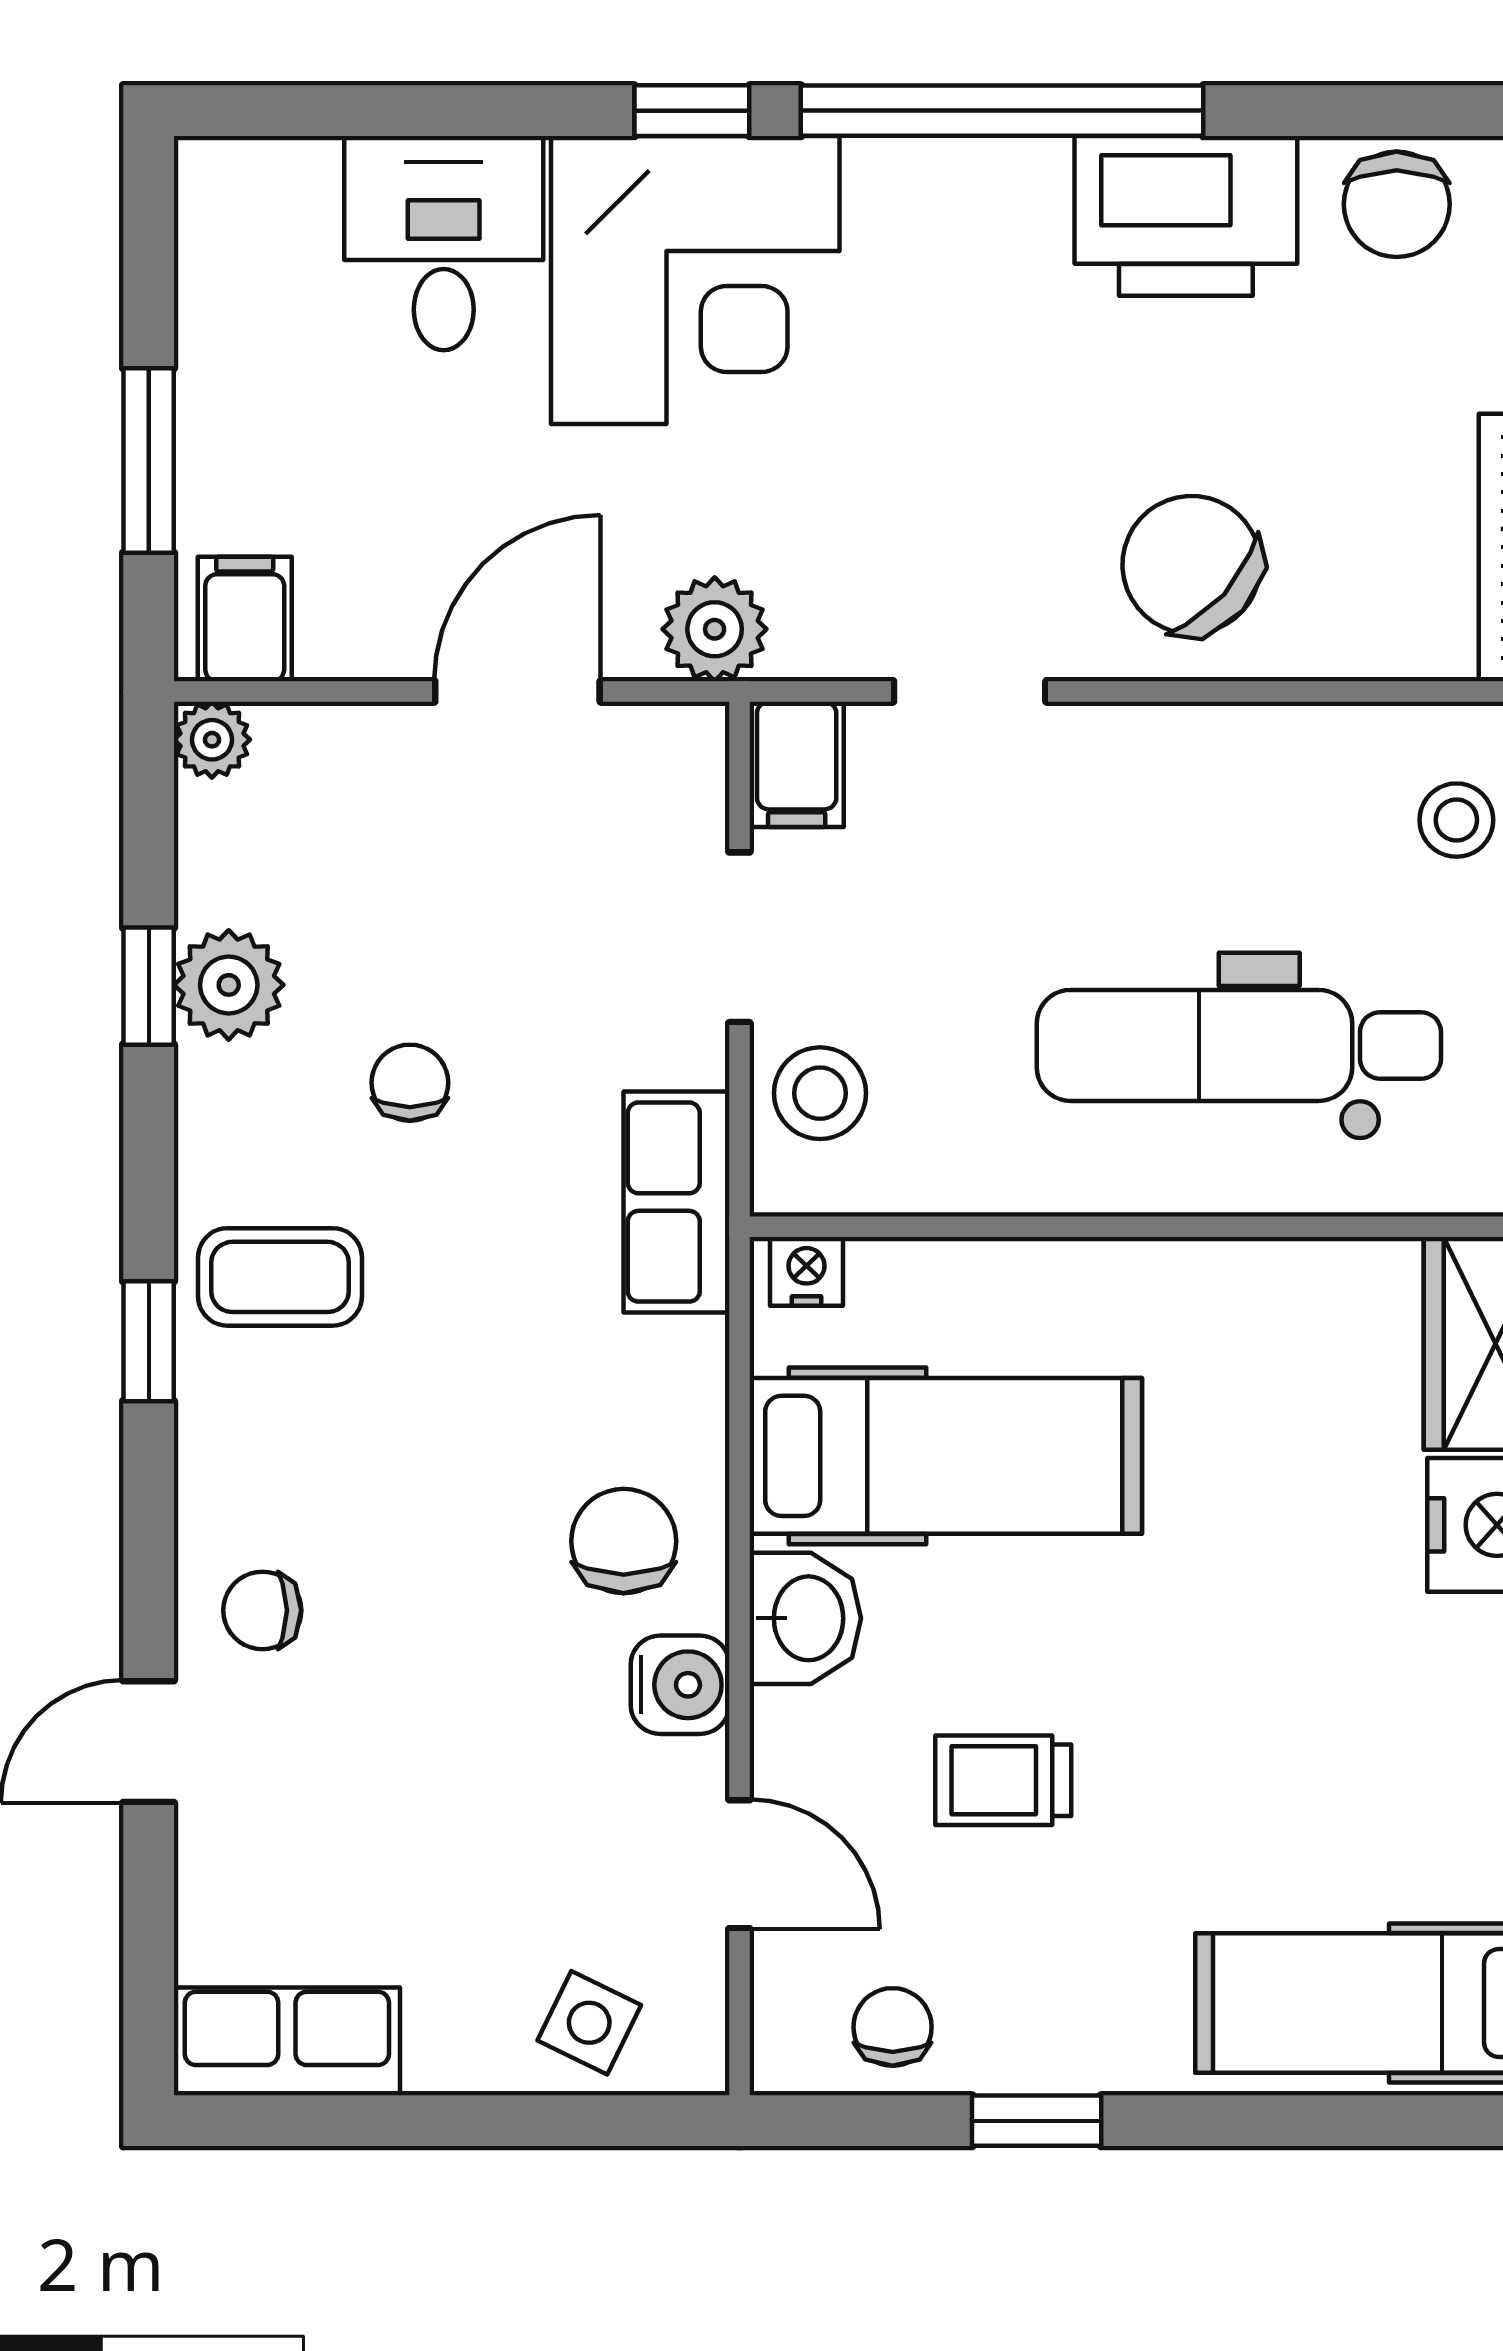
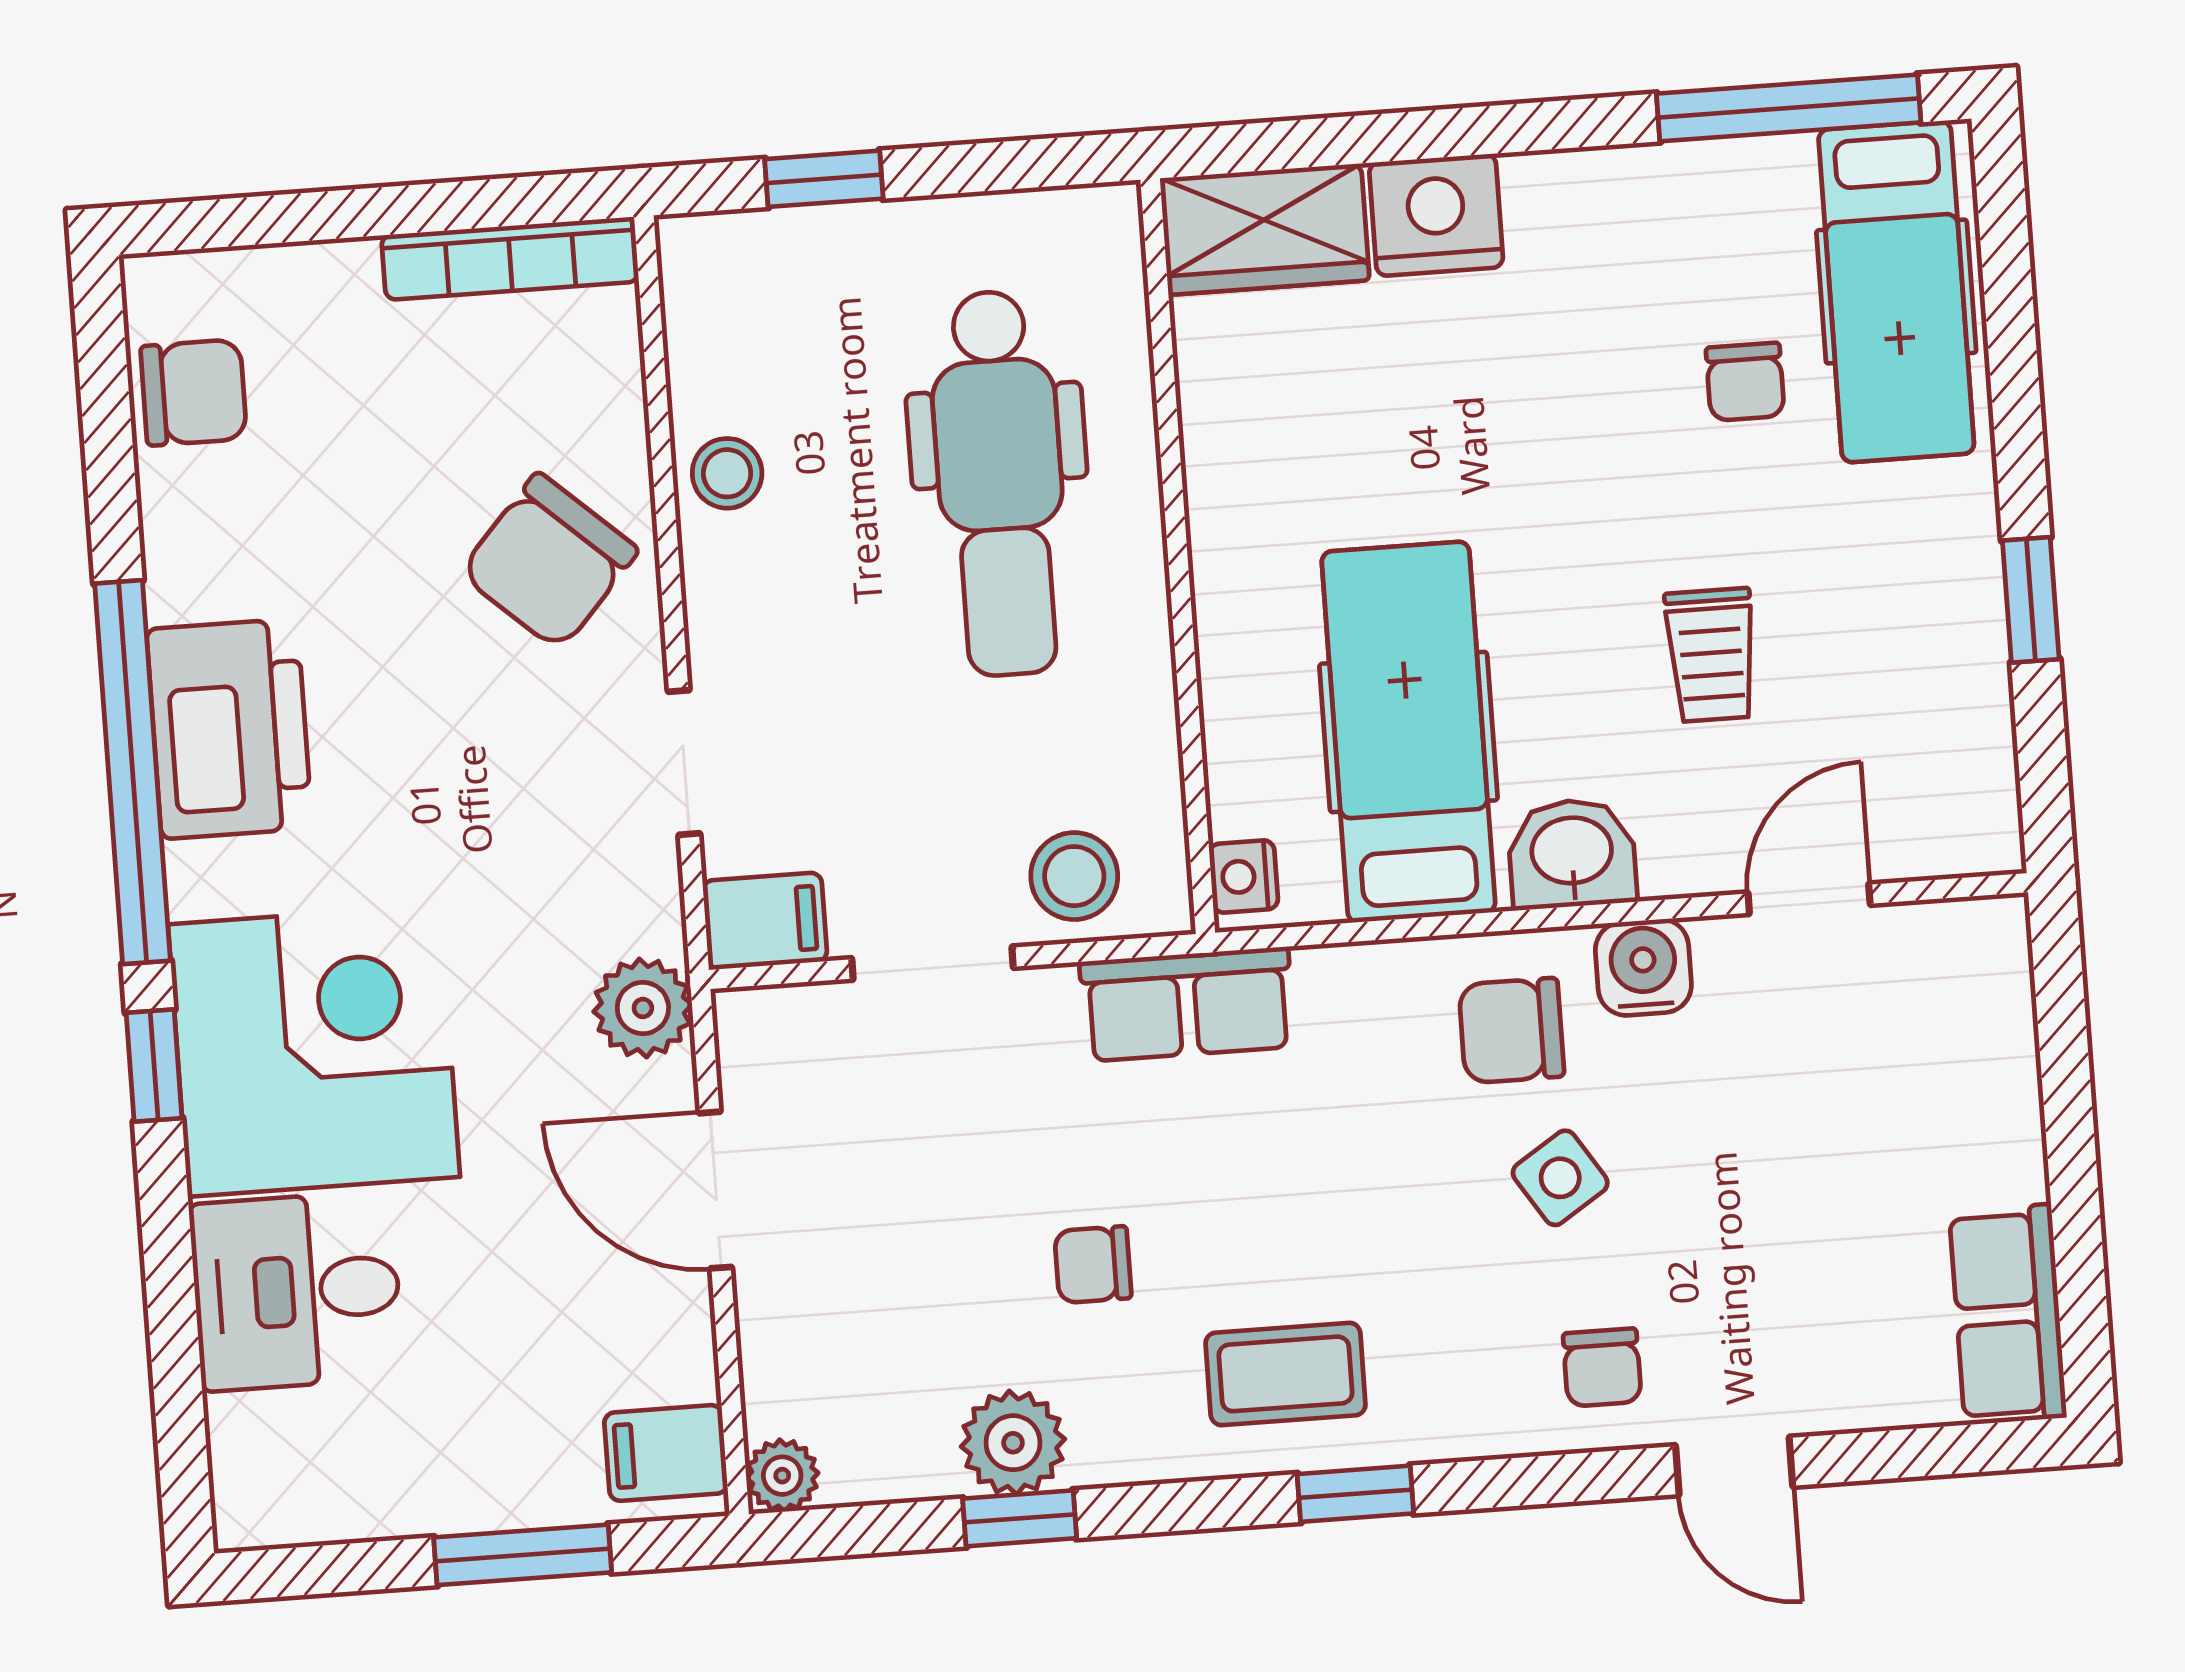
printer: (1186, 216) -> (229, 729), moved
stool: (1456, 820) -> (727, 473), moved
coffee table: (280, 1277) -> (1286, 1374), turned 90
side table: (589, 2023) -> (1560, 1178), moved, turned 31
chair: (893, 2027) -> (1745, 382), moved, turned -90

